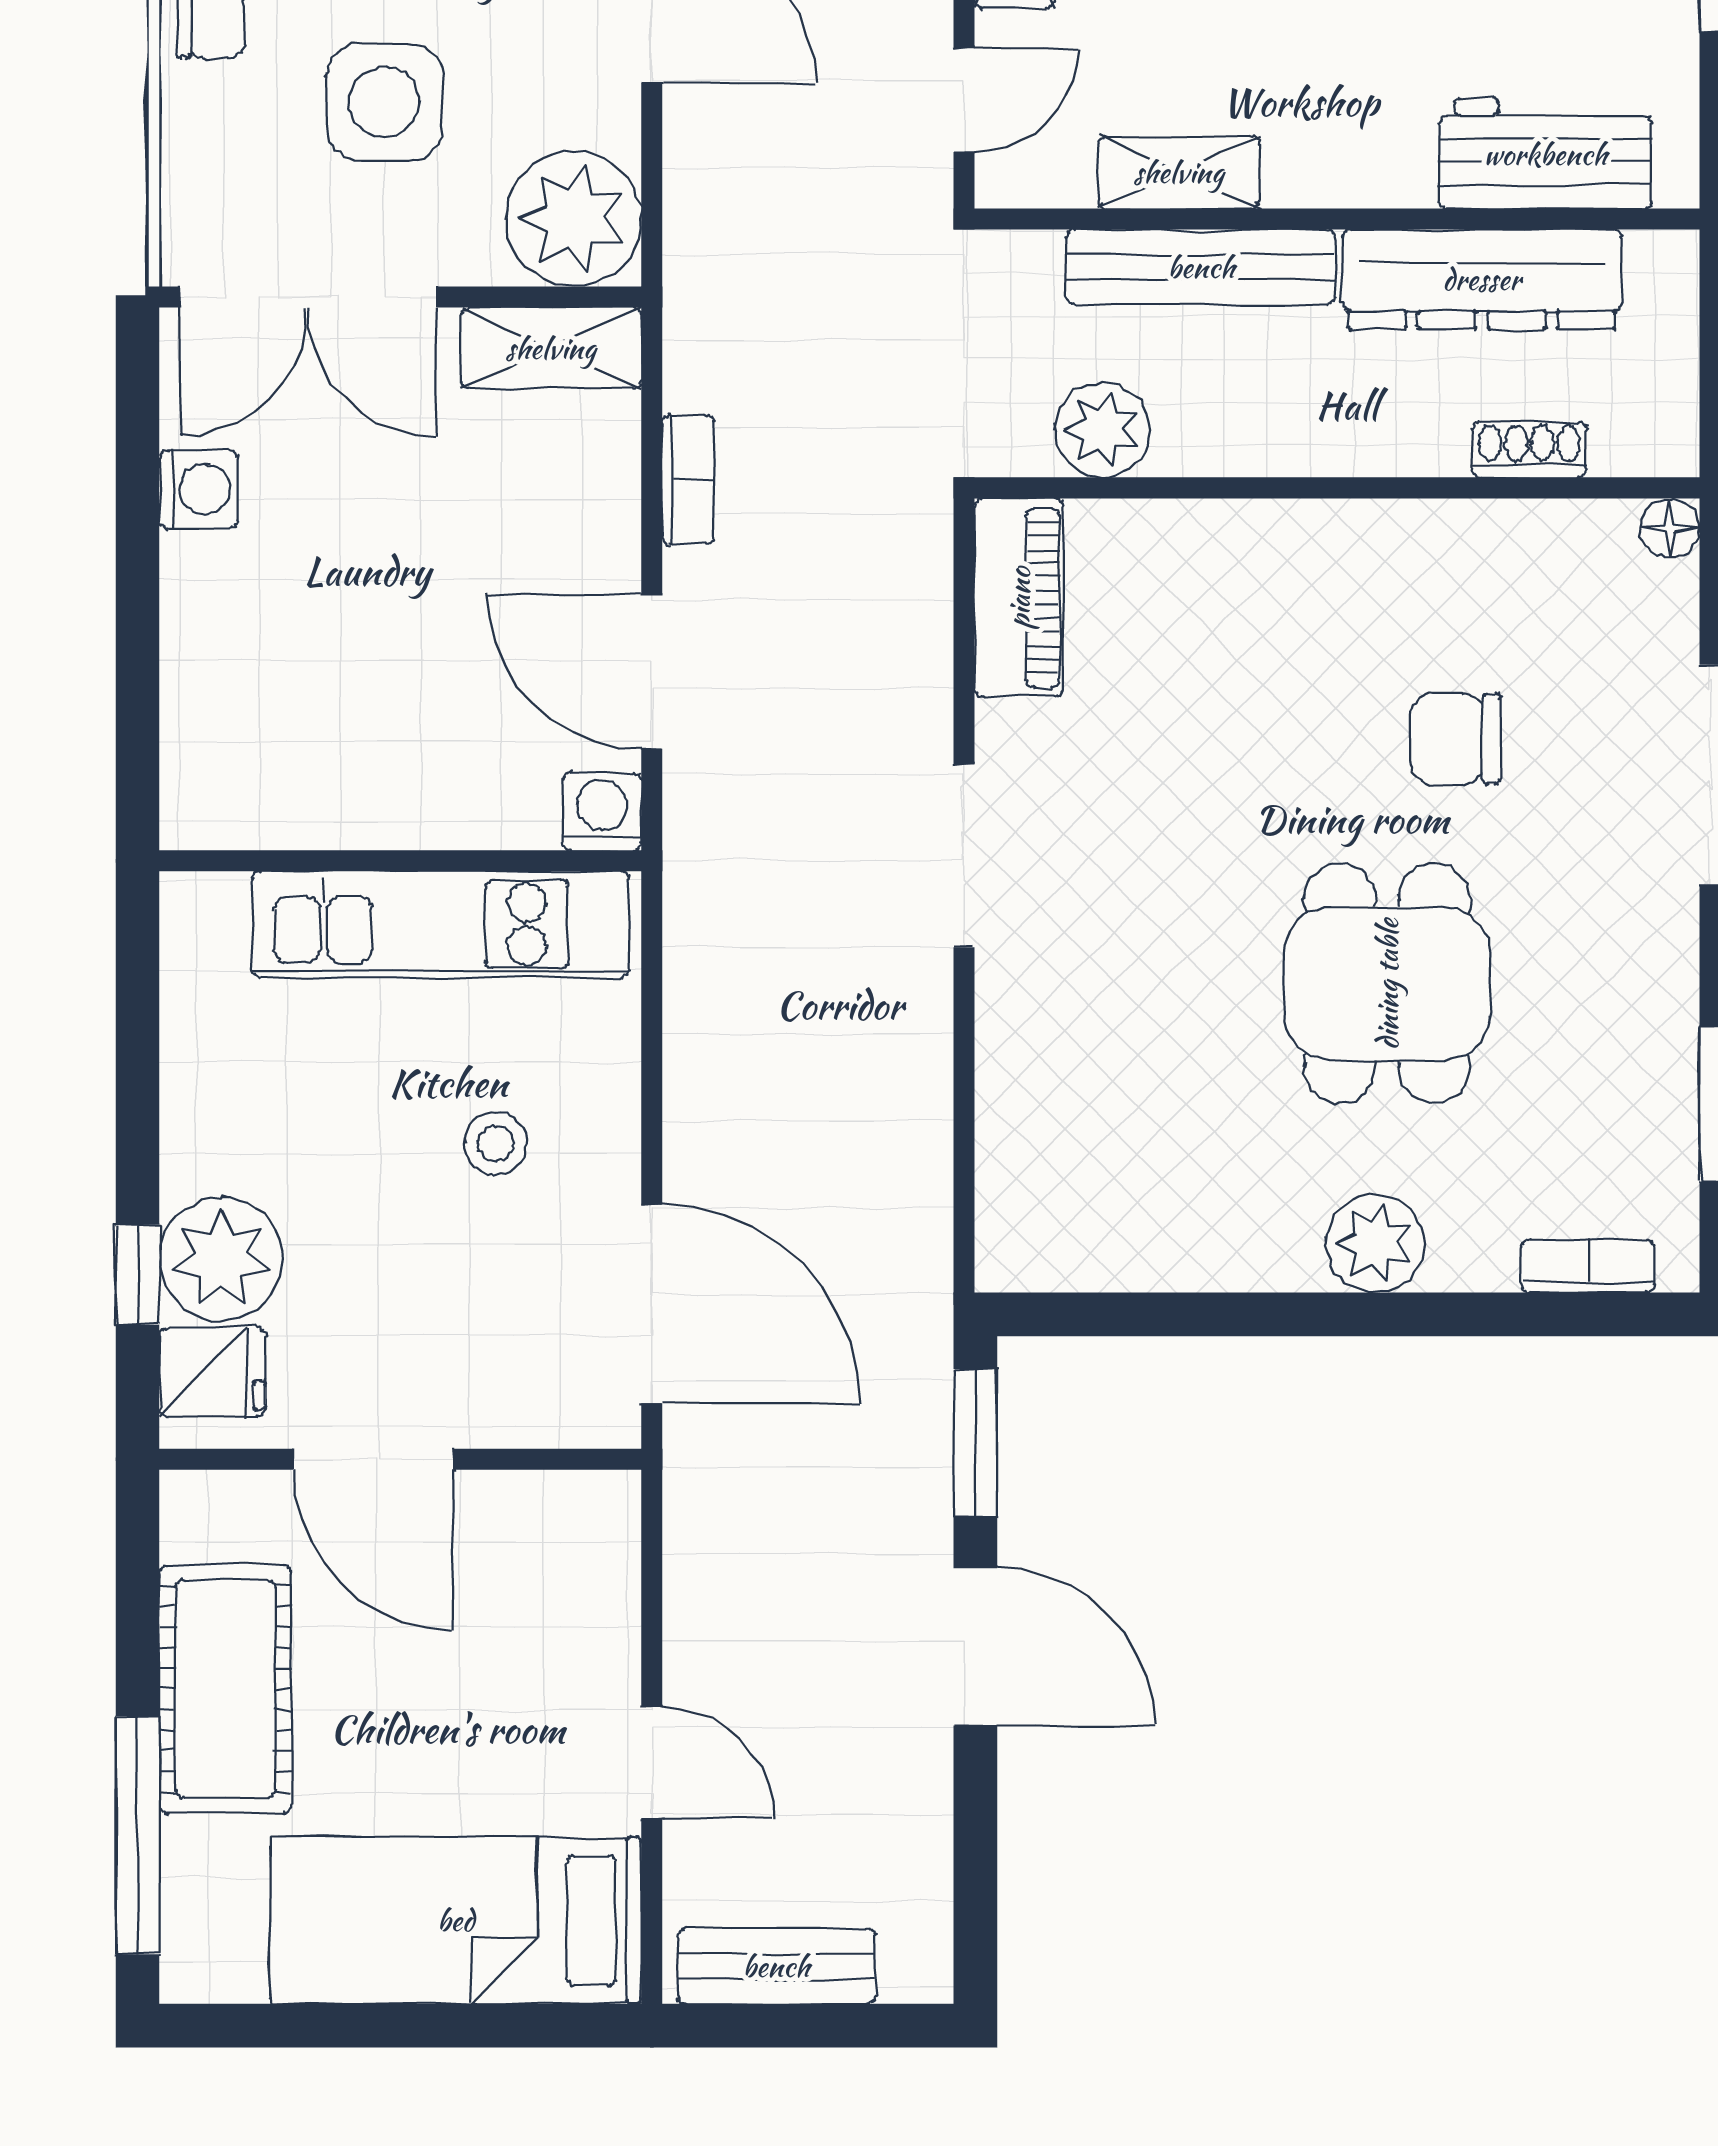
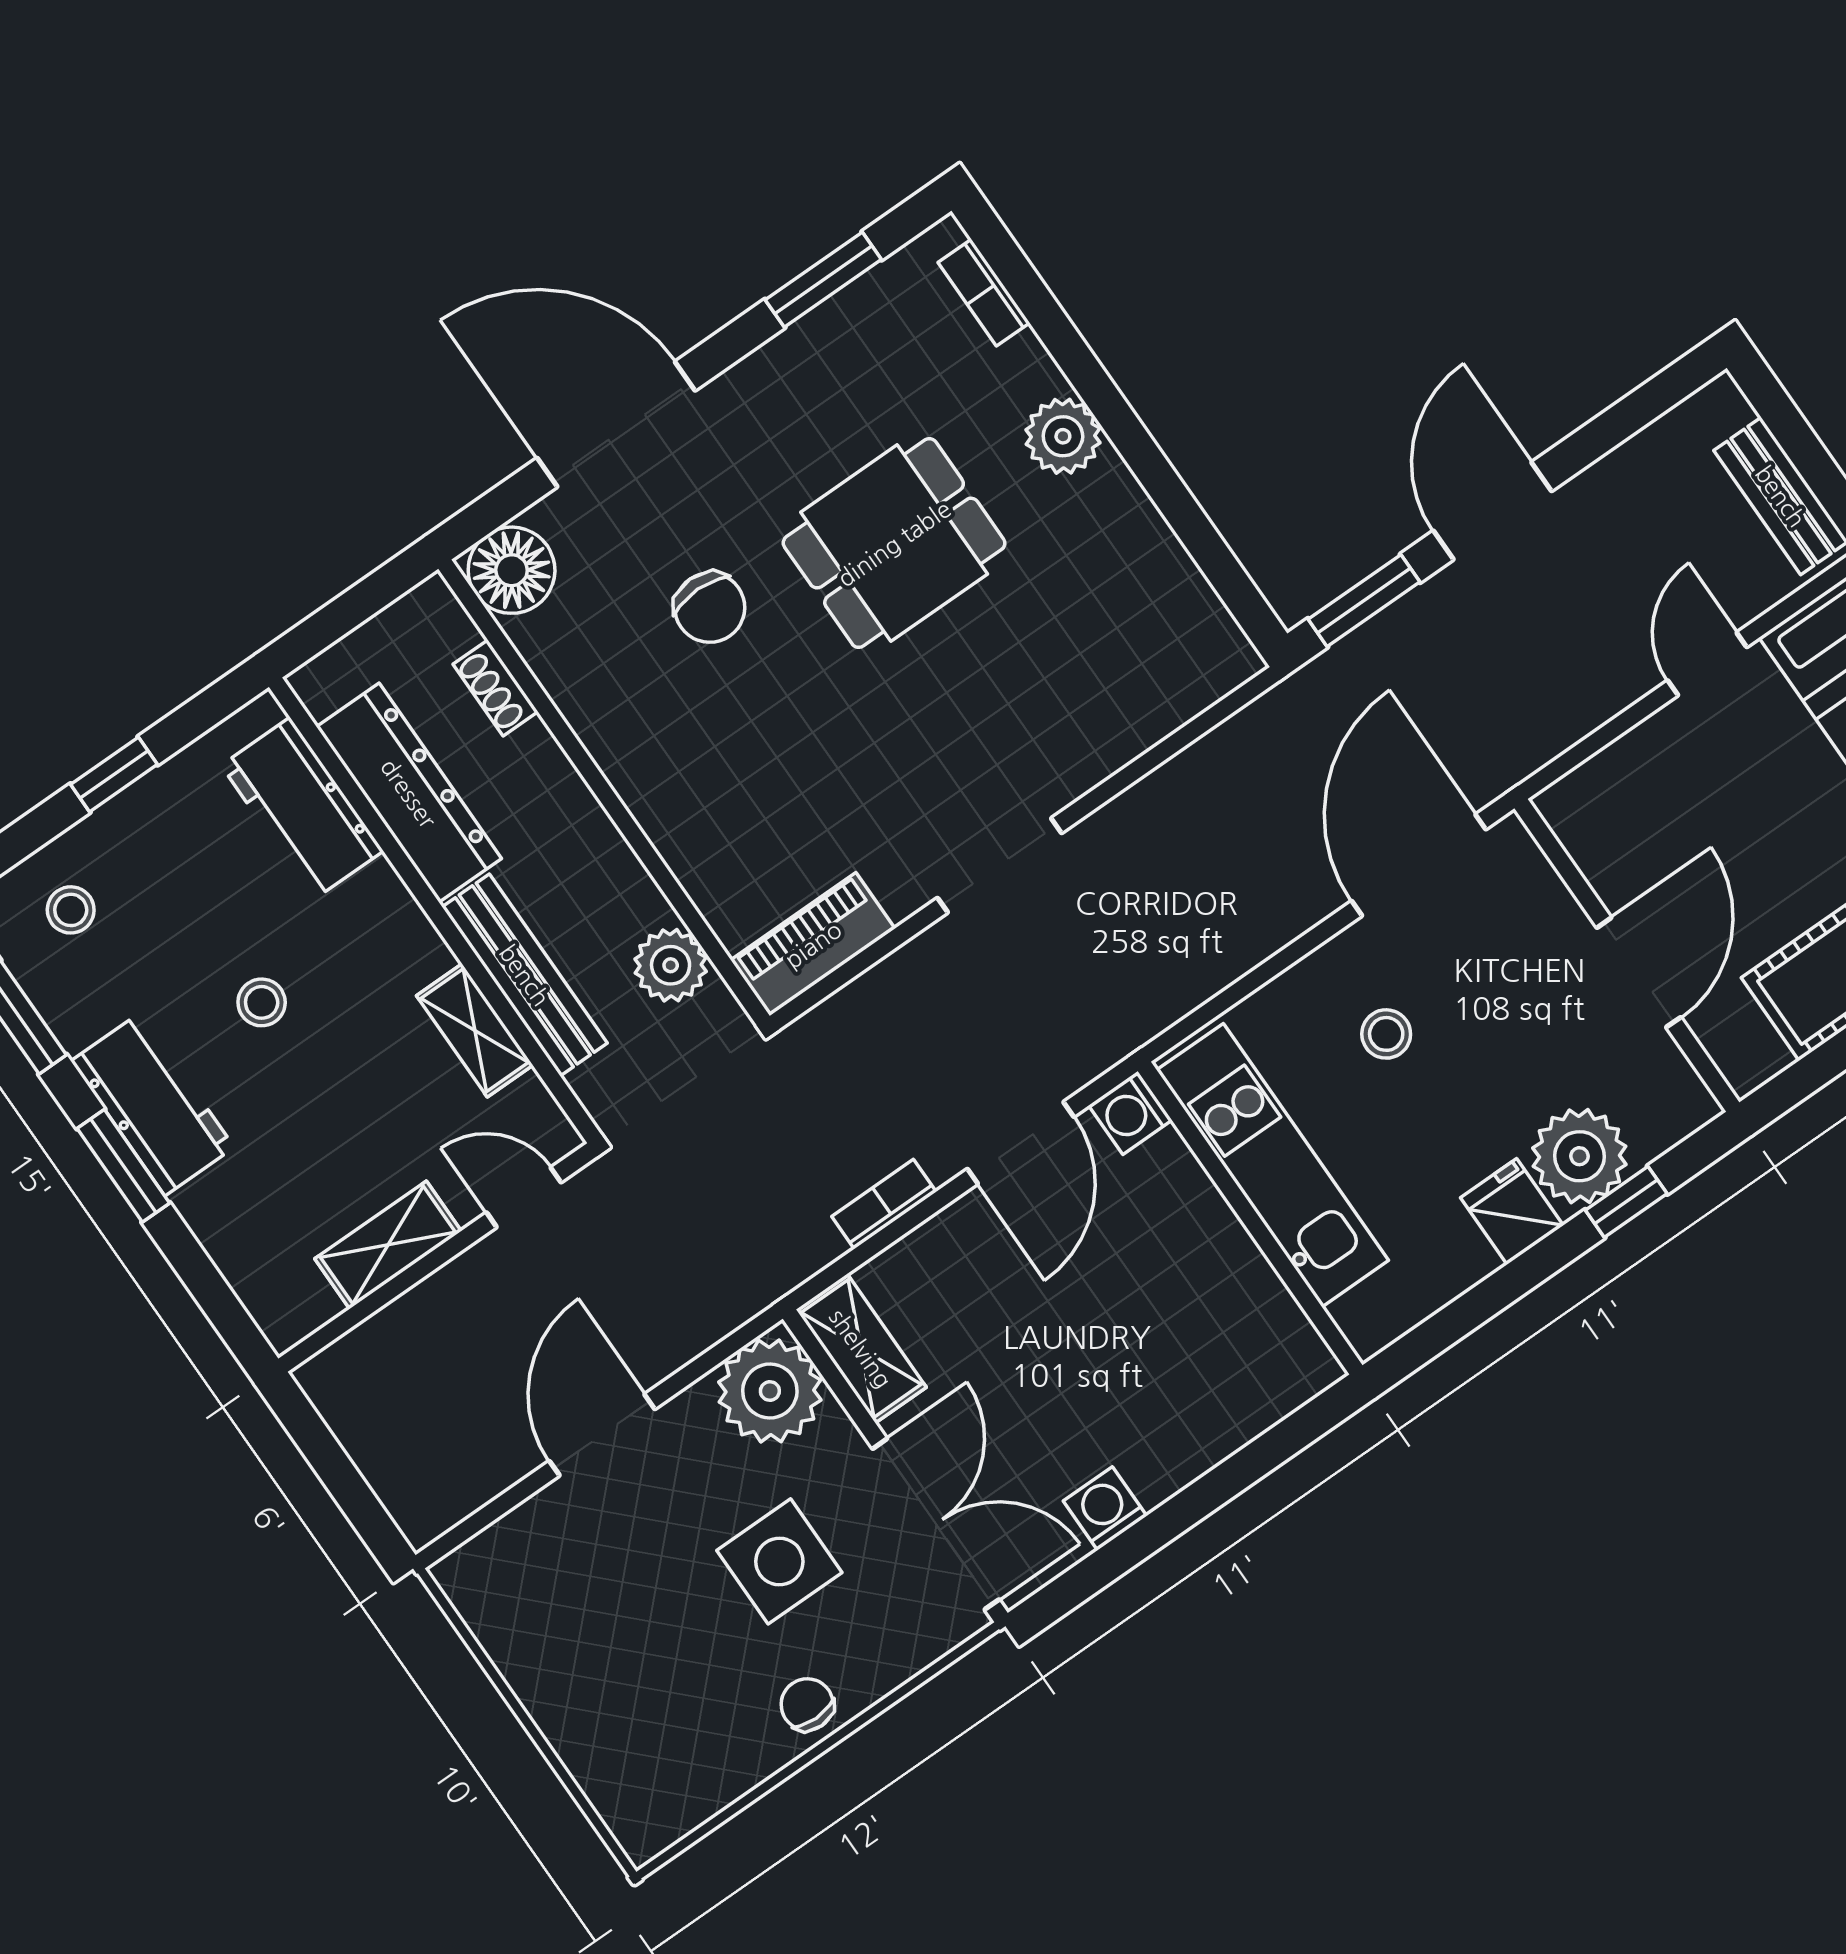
floor lamp: (1670, 528) -> (512, 570), width x1.89, depth x1.89
fridge: (212, 1372) -> (1512, 1211), moved

